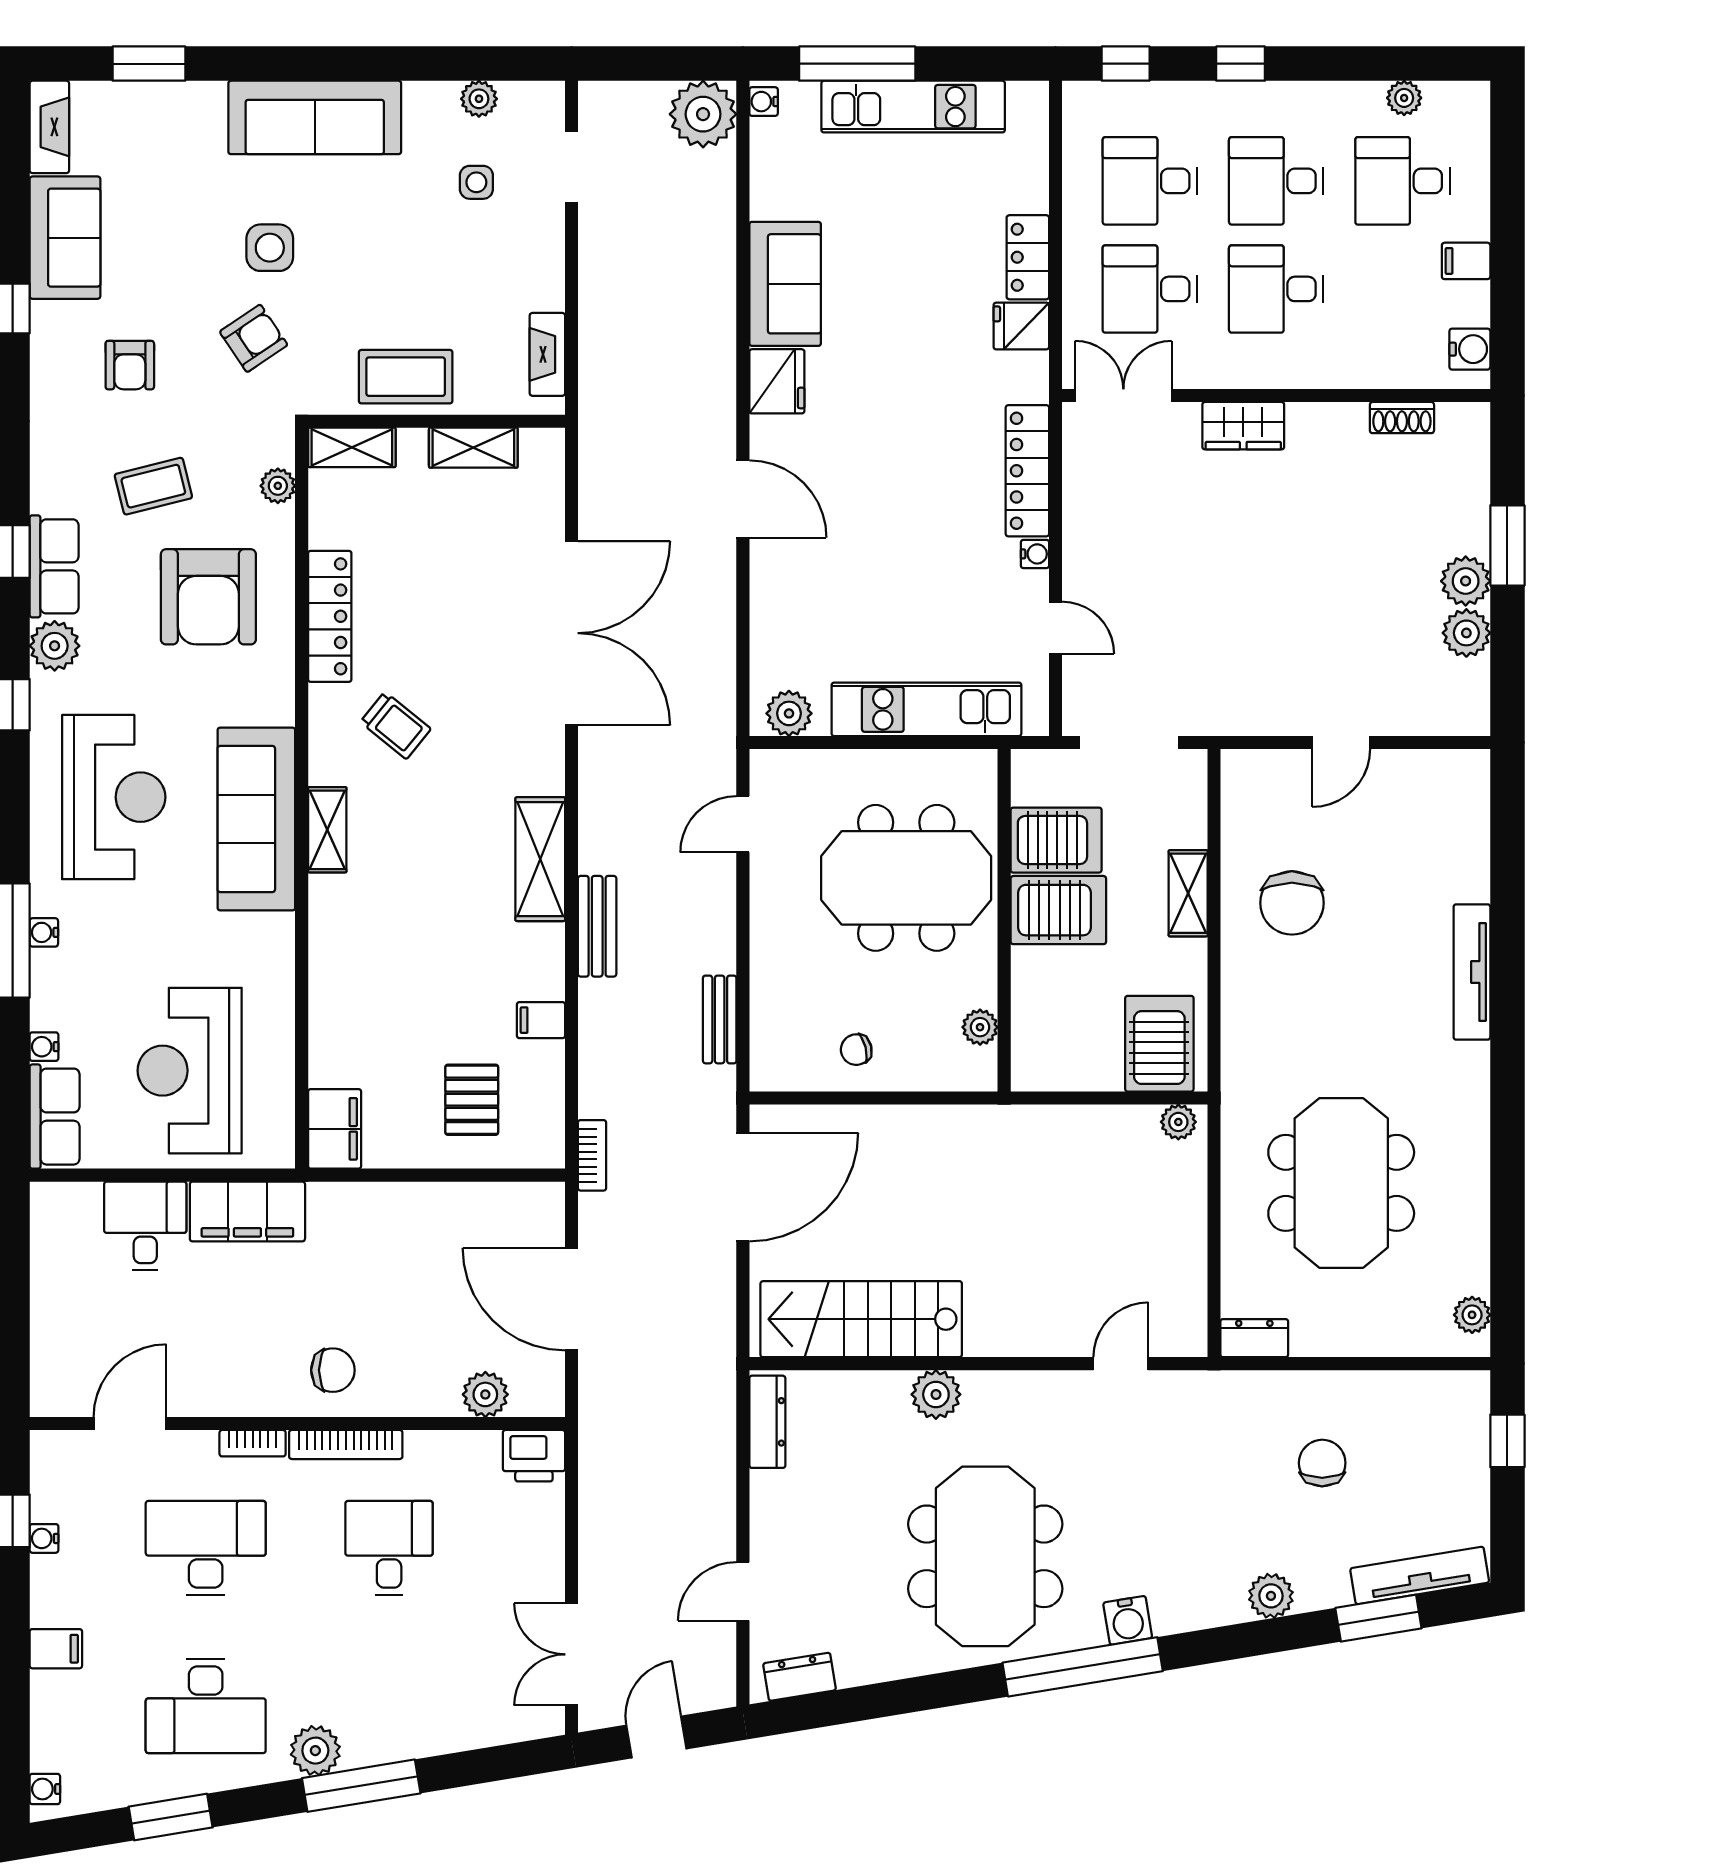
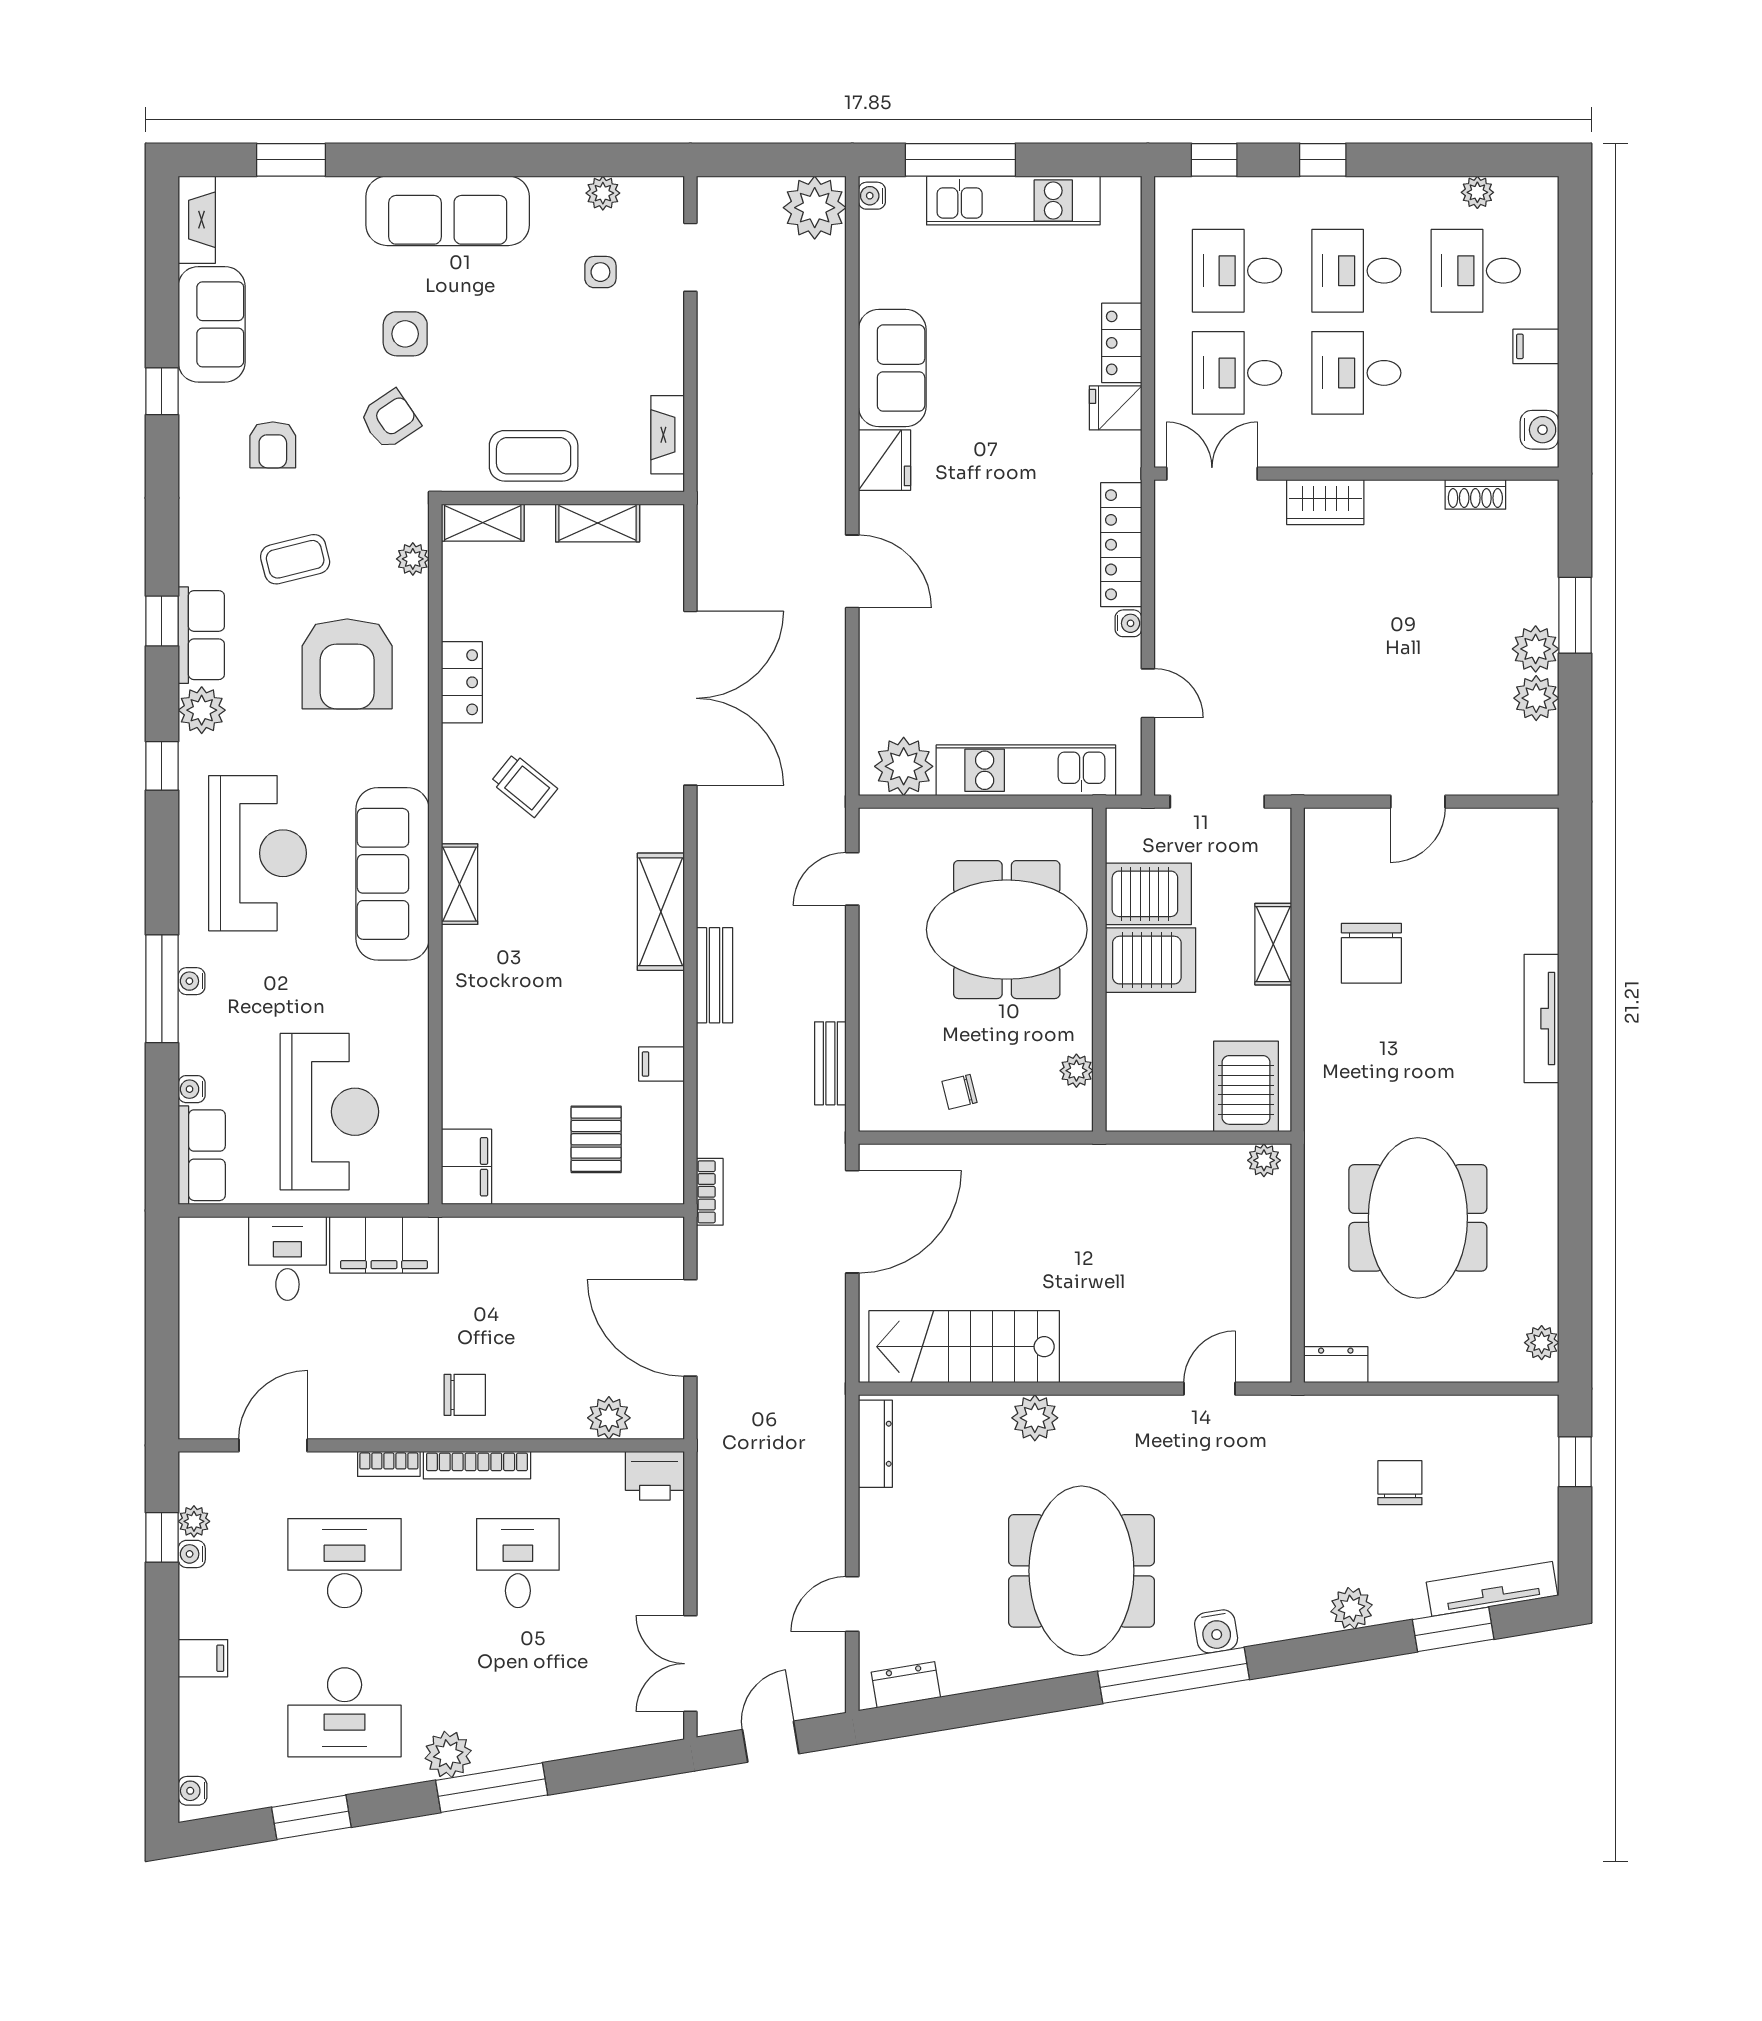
locker: (330, 616) -> (462, 682), width x0.66
plant: (789, 713) -> (904, 766), width x1.36, depth x1.36
reception desk: (190, 1071) -> (329, 1112), turned 180
plant: (46, 1504) -> (194, 1521), added

